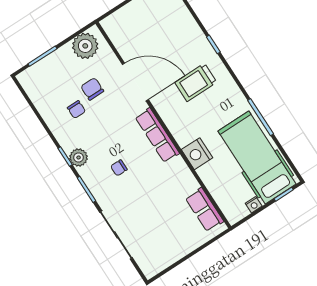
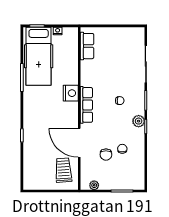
plant: (85, 46) -> (94, 185), width x0.53, depth x0.53
trolley: (196, 82) -> (63, 170), moved, turned -94
nightstand: (197, 154) -> (71, 93), moved

